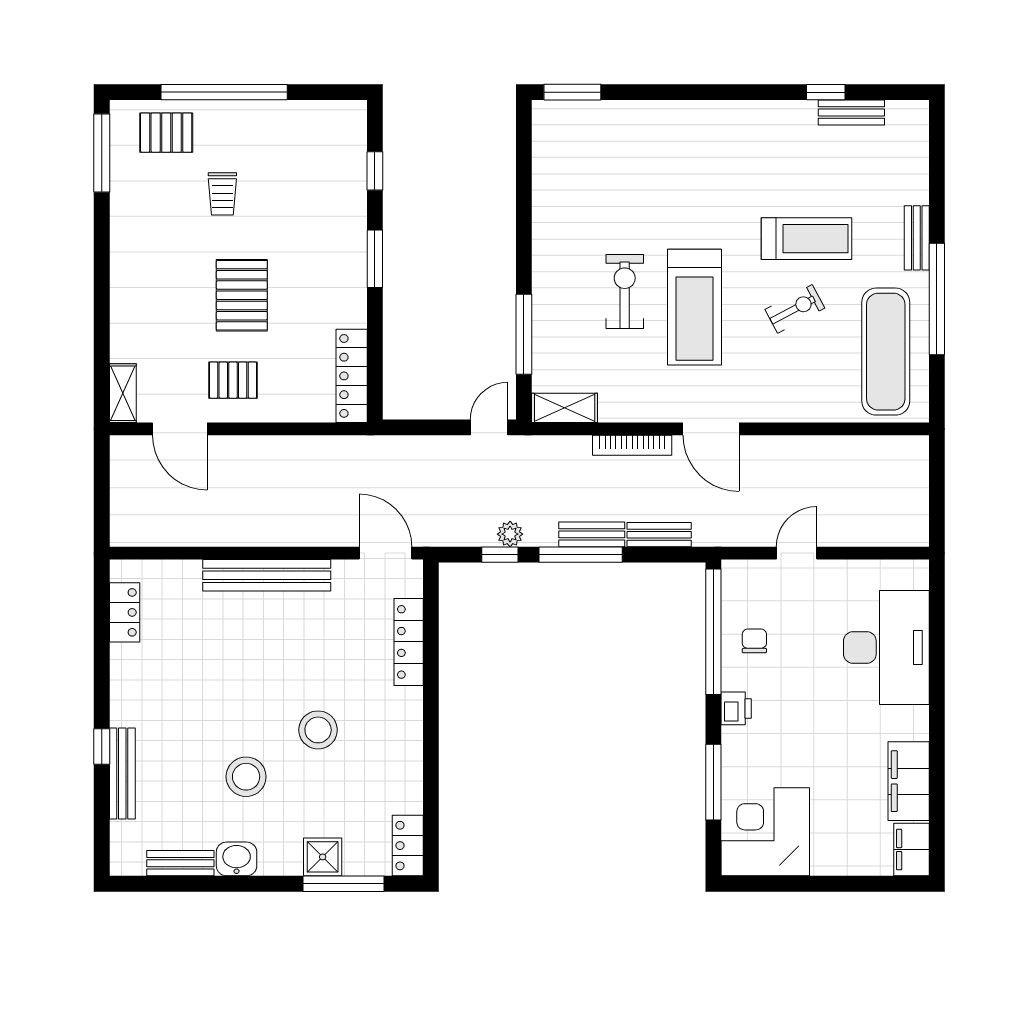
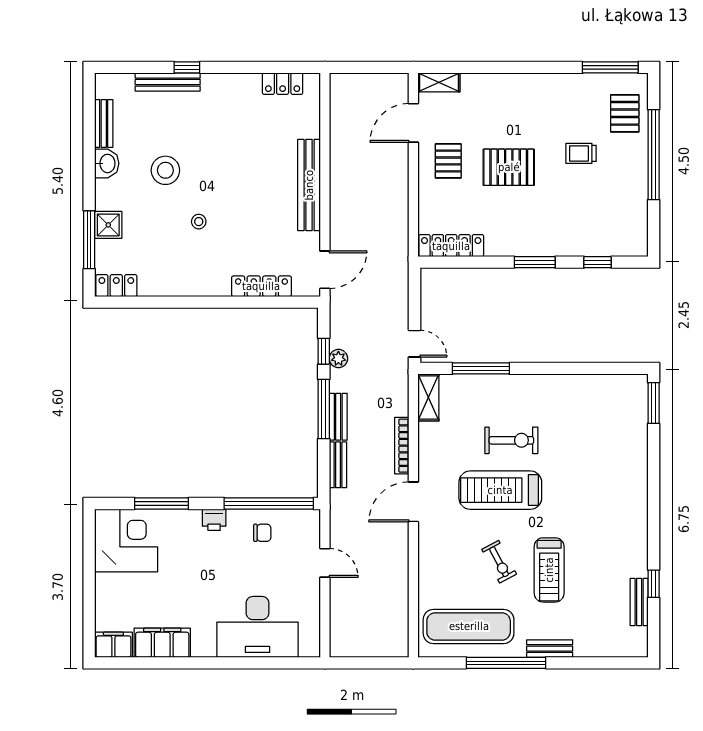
stool: (318, 730) -> (199, 222), width x0.53, depth x0.53

